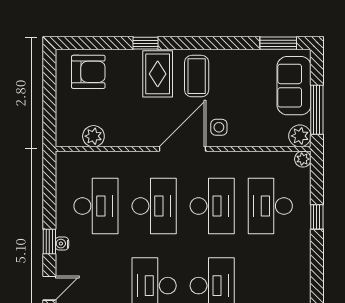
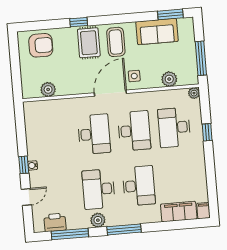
sofa: (294, 86) -> (157, 31), moved, turned -90
plant: (300, 136) -> (169, 79), moved
desk: (96, 206) -> (54, 138), removed

